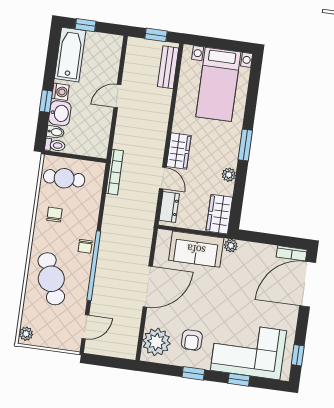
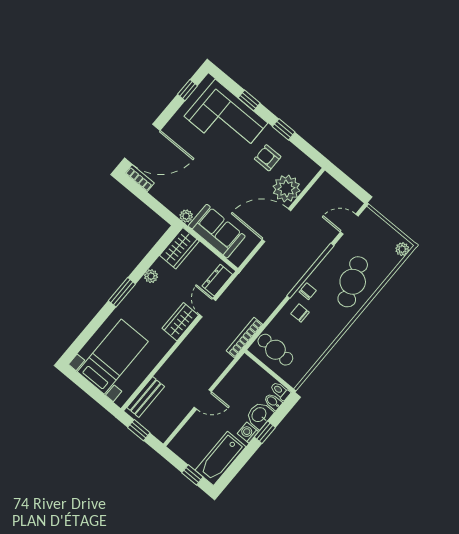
cafe table: (64, 178) -> (275, 350), moved
chair: (54, 215) -> (300, 313), moved, turned 90
armchair: (192, 340) -> (268, 158), turned -90
plant: (156, 342) -> (286, 189), moved

